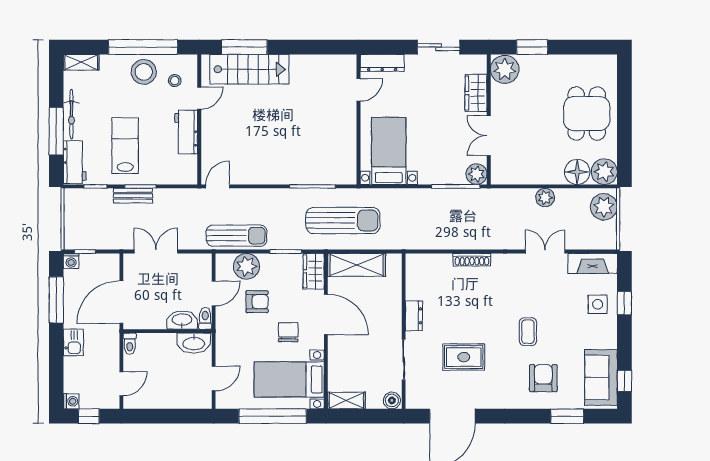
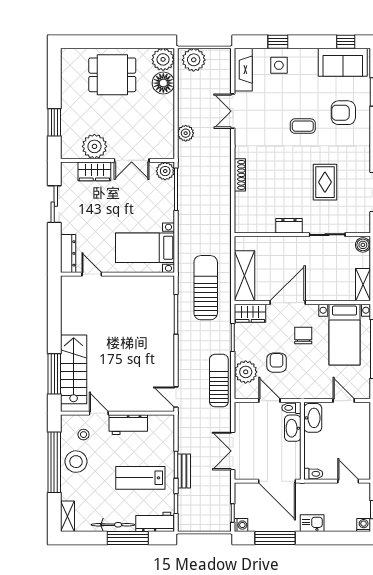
plant: (505, 69) -> (94, 146), moved
plant: (545, 198) -> (186, 133), moved
chair: (288, 332) -> (303, 335), turned 90

